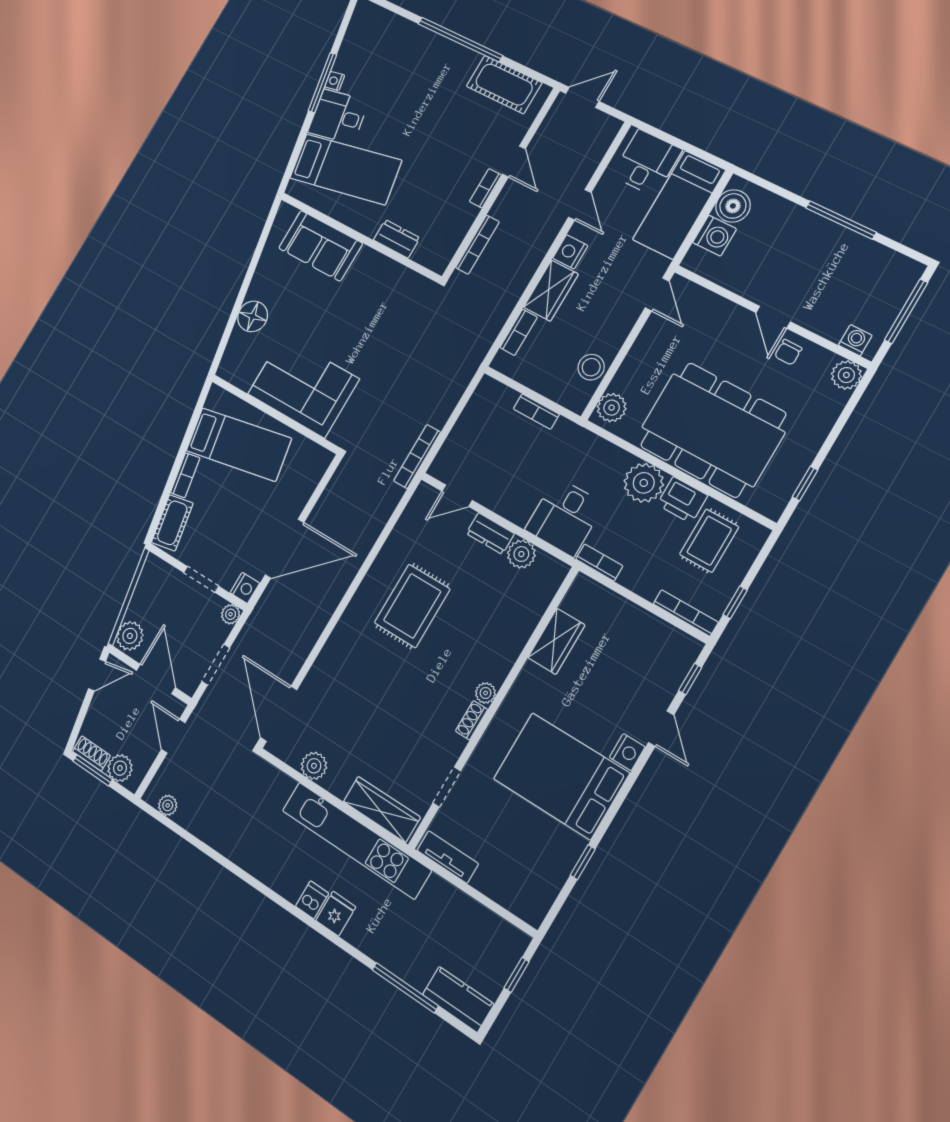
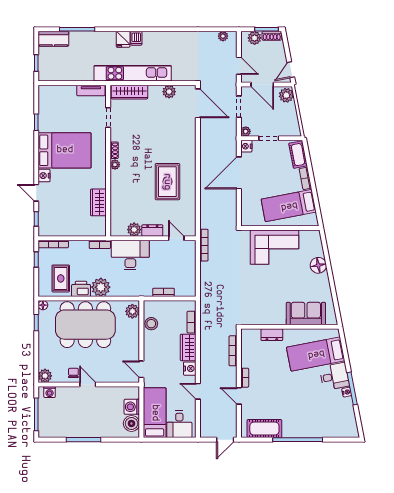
door: (457, 496) -> (176, 238), hinge flipped
floor lamp: (773, 509) -> (43, 305), added
desk: (565, 517) -> (130, 255), width x1.37

